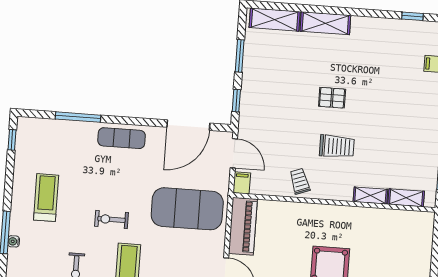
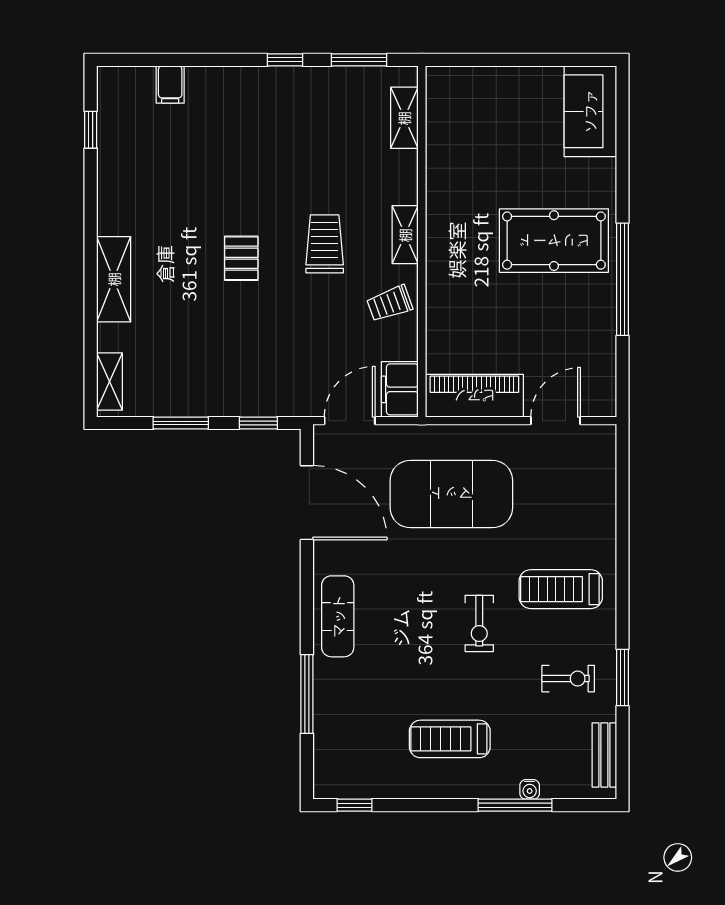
shelving: (275, 20) -> (109, 382), width x0.67, depth x0.75
filing cabinet: (242, 183) -> (400, 389), width x2.00
shelving: (370, 196) -> (405, 235), moved
exercise mat: (187, 209) -> (451, 494), turned 90

